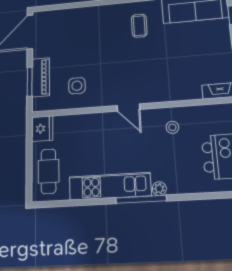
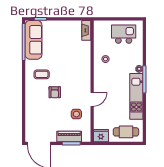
armchair: (111, 48) -> (55, 92), added
door: (128, 107) -> (92, 99), moved

